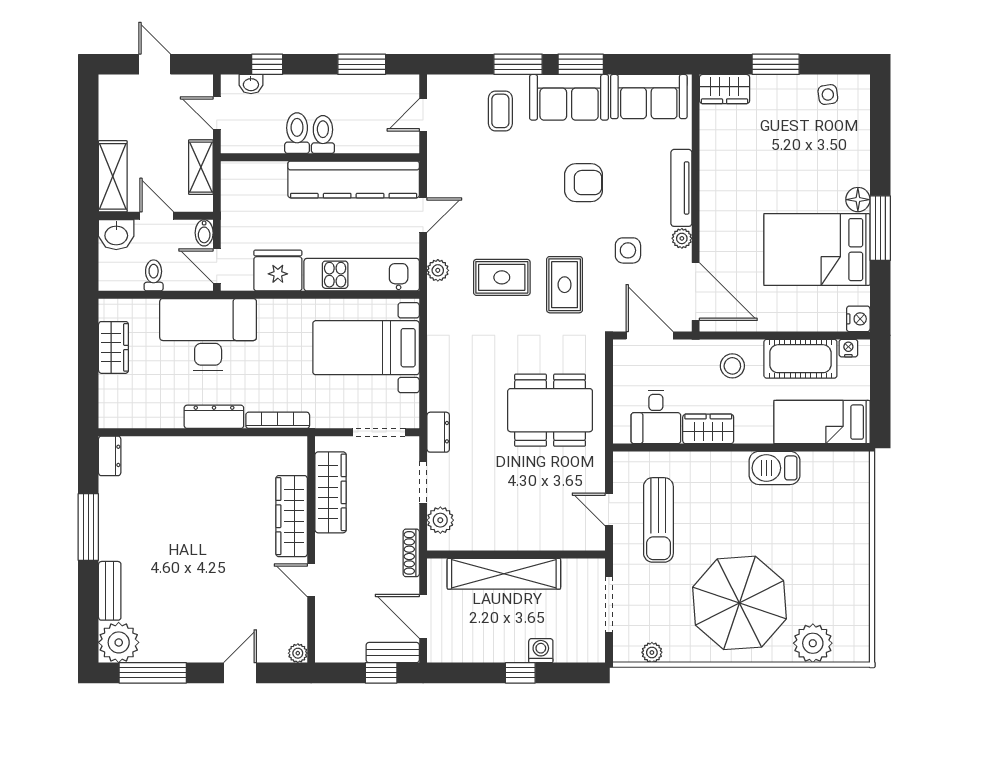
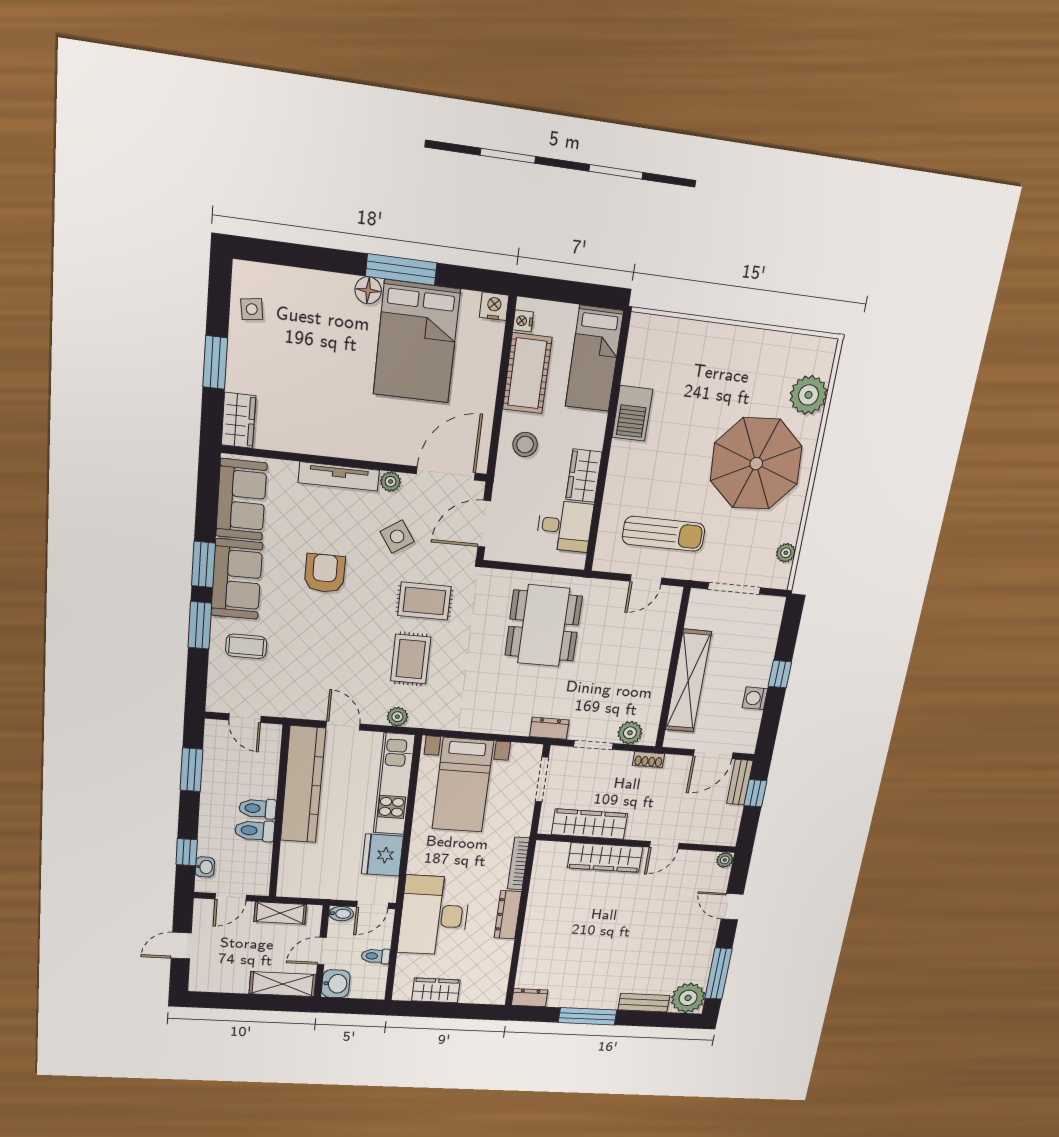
side table: (628, 250) -> (397, 536), turned -34
shoe rack: (411, 553) -> (649, 760), width x0.70
washing machine: (541, 651) -> (755, 698), moved

